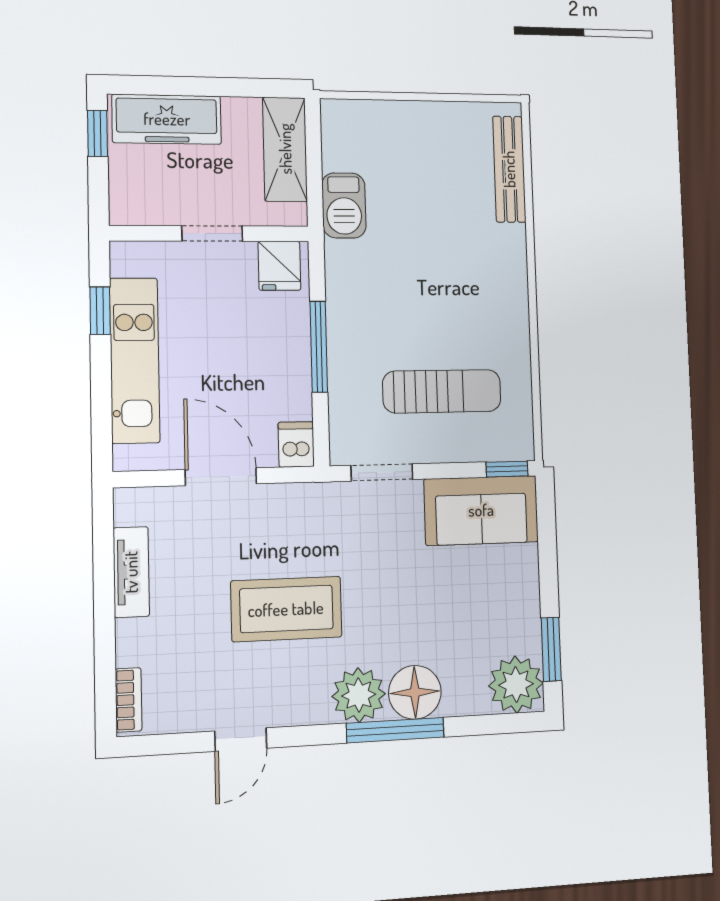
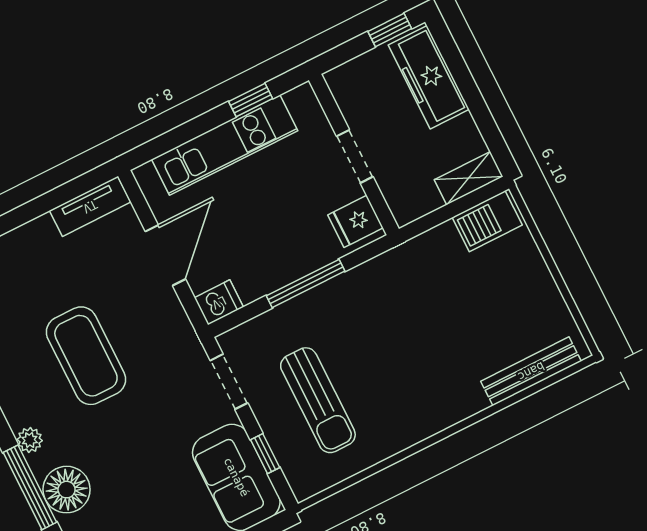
shelving: (285, 149) -> (469, 178), width x0.67, depth x0.75
barbecue: (344, 205) -> (487, 221), moved
window: (507, 469) -> (265, 454), moved
tv unit: (131, 572) -> (90, 206), moved
plant: (359, 695) -> (30, 440), width x0.53, depth x0.53

